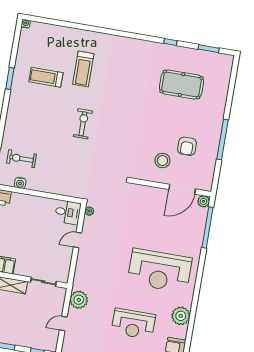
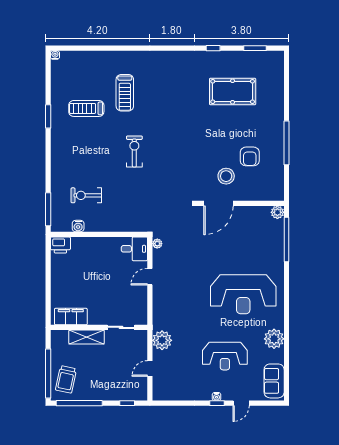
exercise bike: (21, 159) -> (86, 195), moved
door: (182, 189) -> (219, 203), moved

